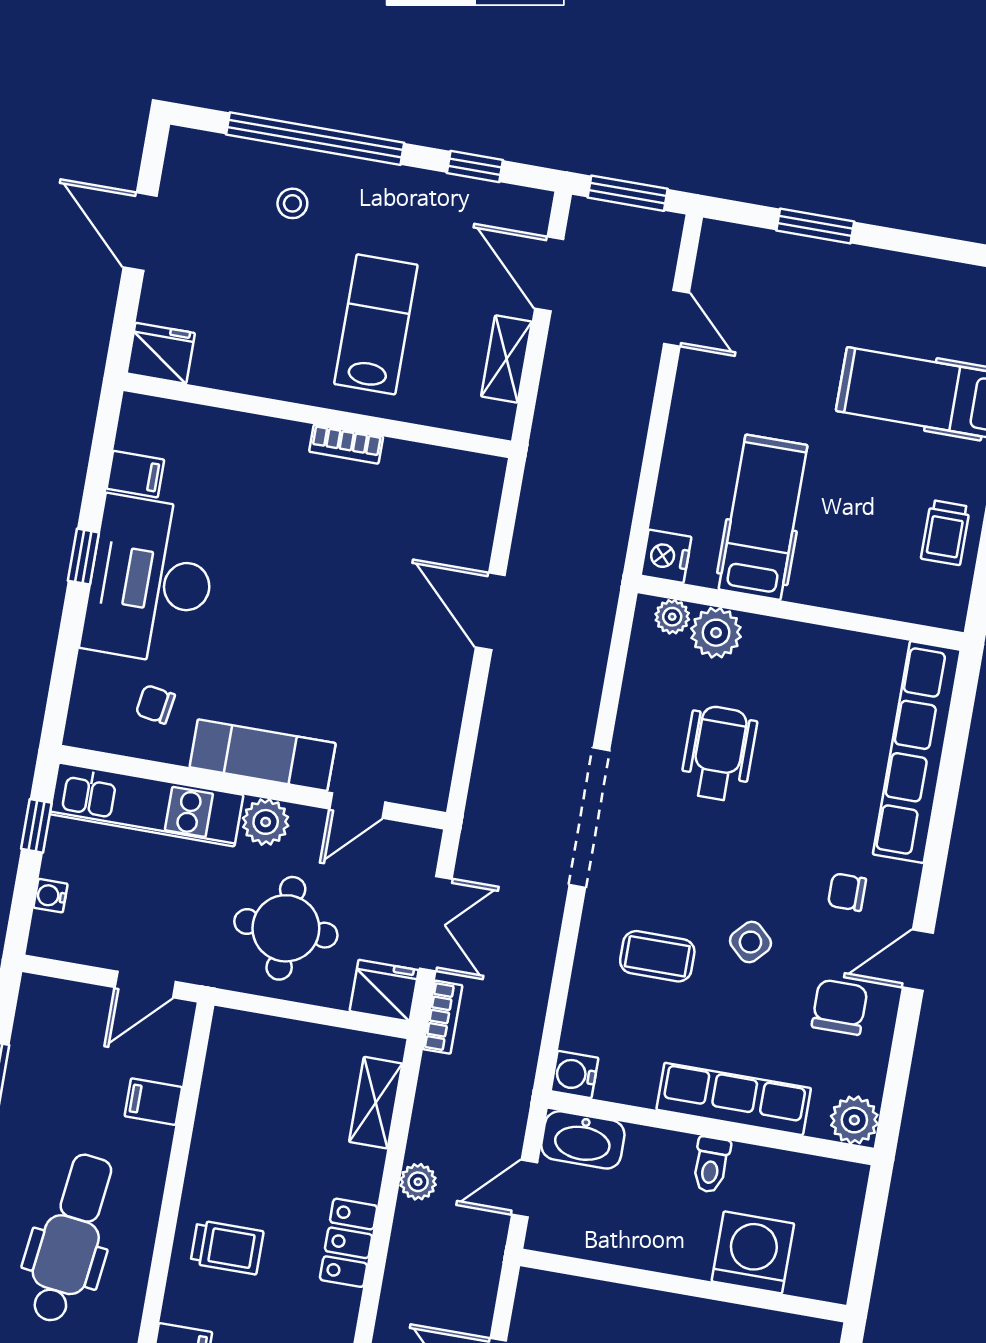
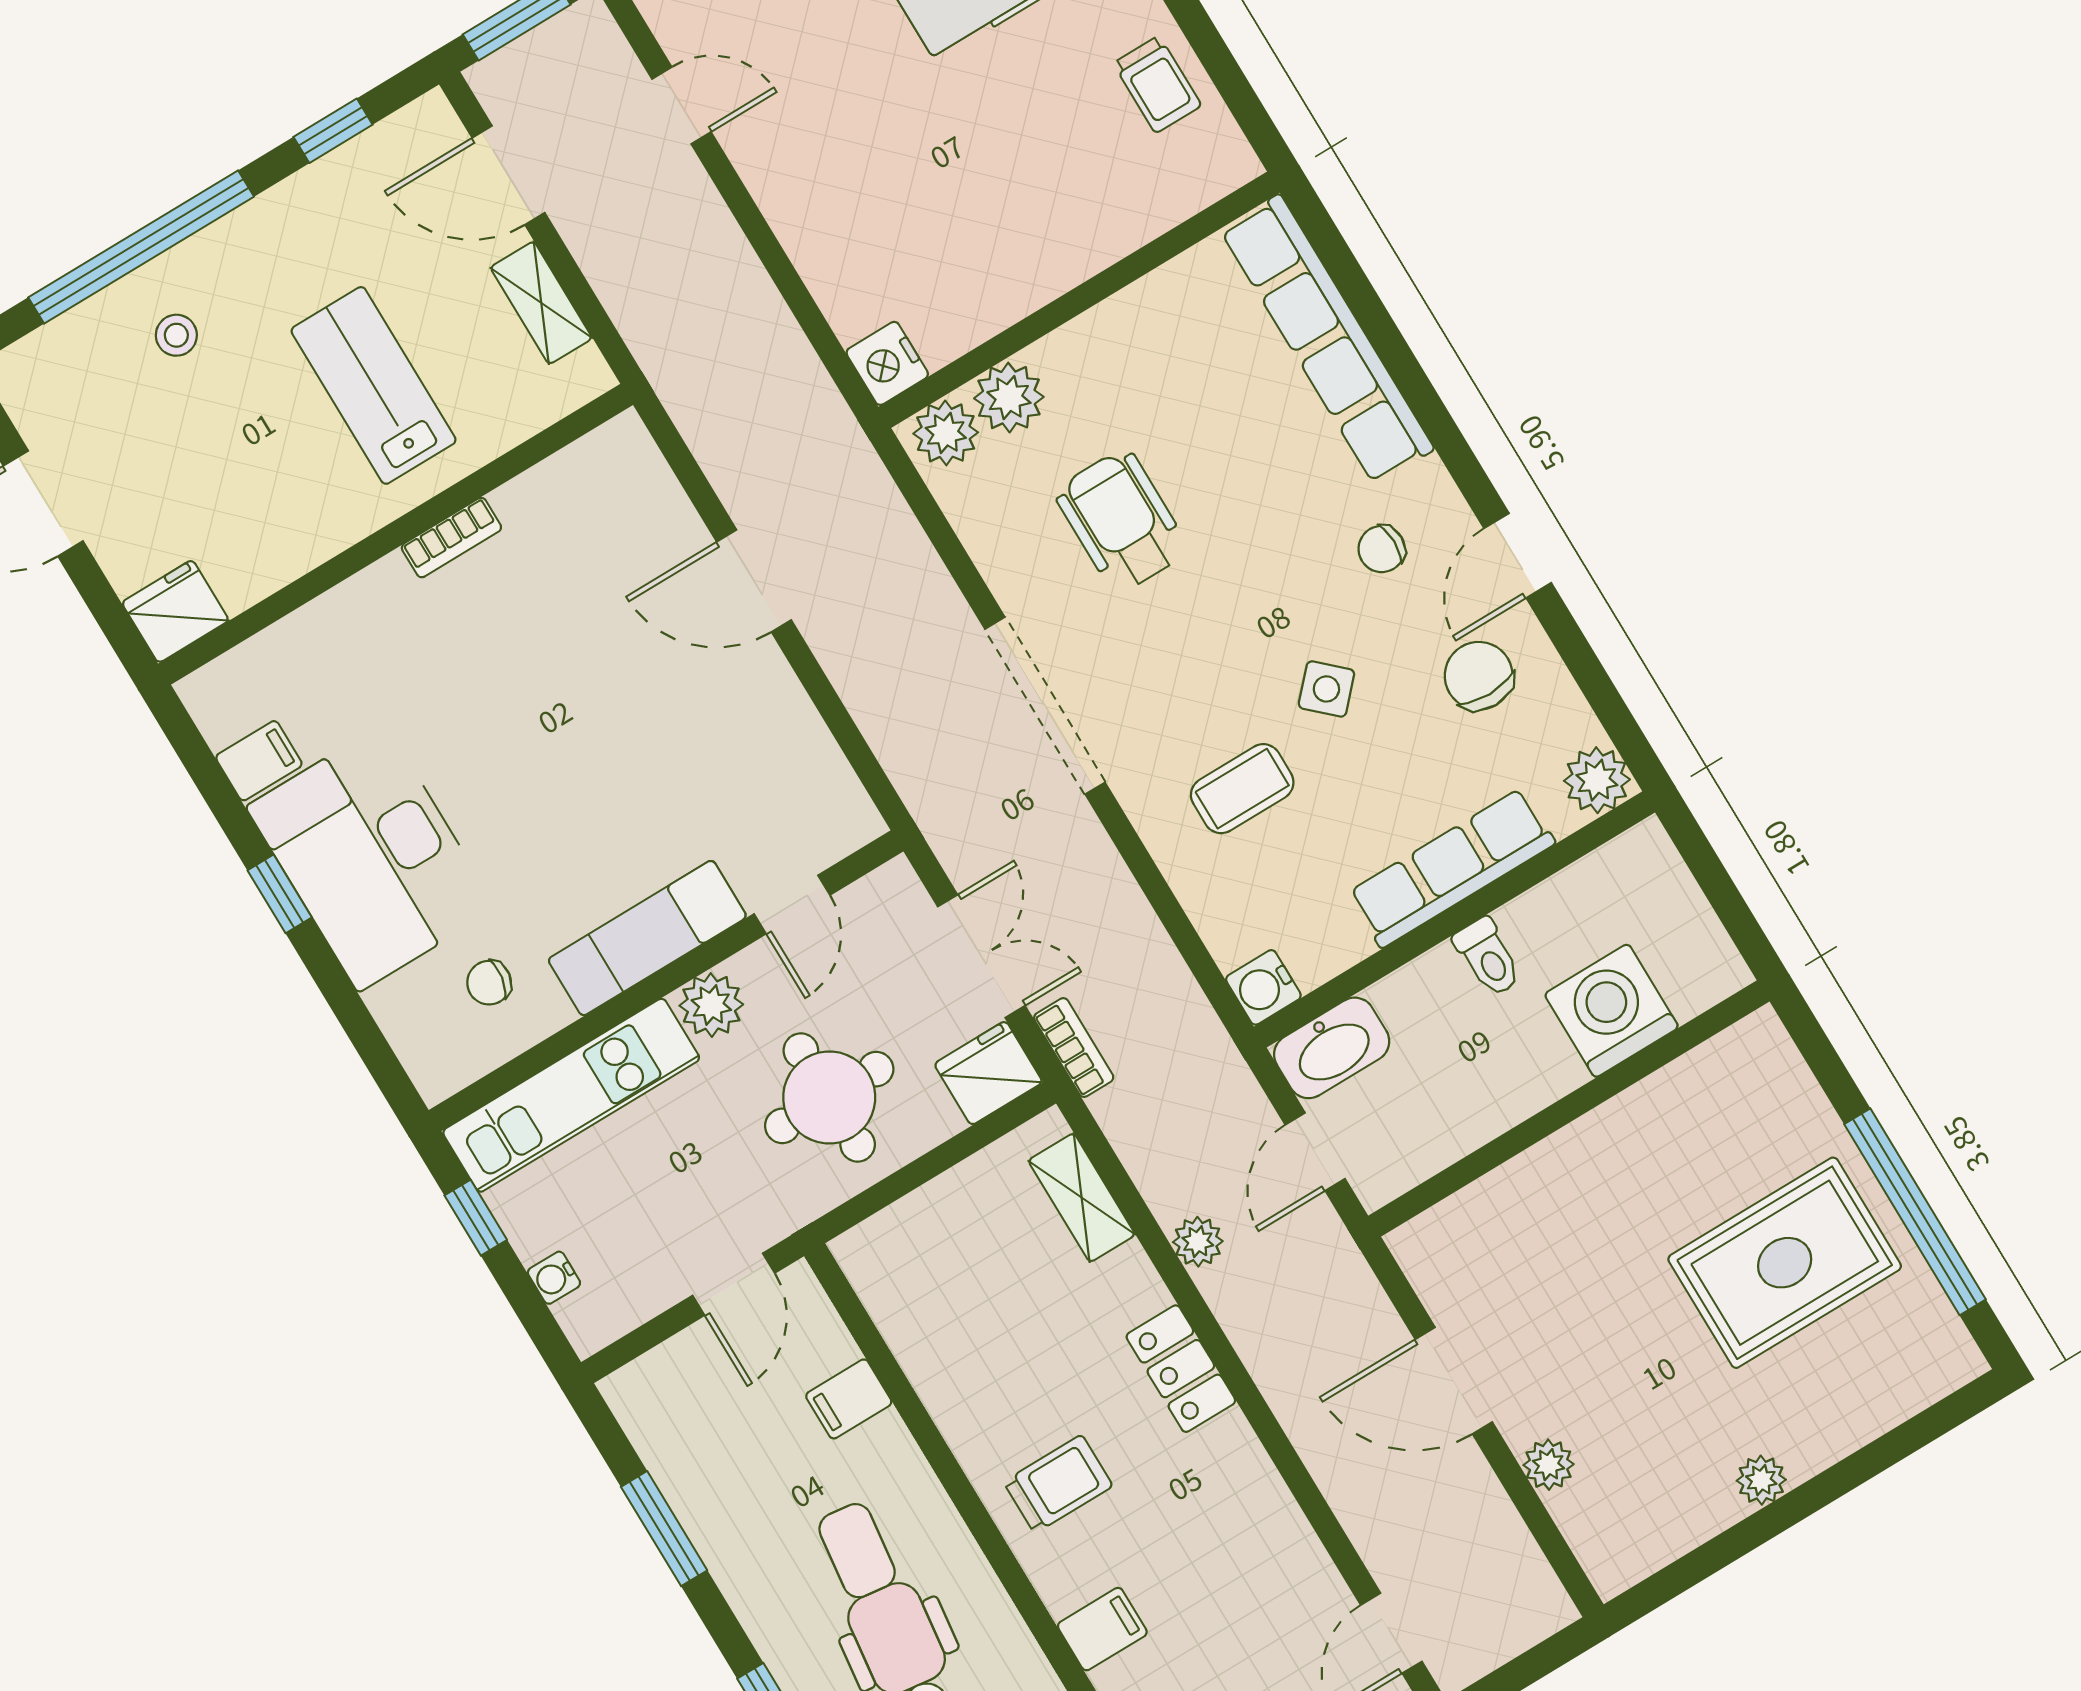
hospital bed: (763, 517) -> (953, 234), removed
plant: (672, 617) -> (946, 433), width x1.38, depth x1.38

